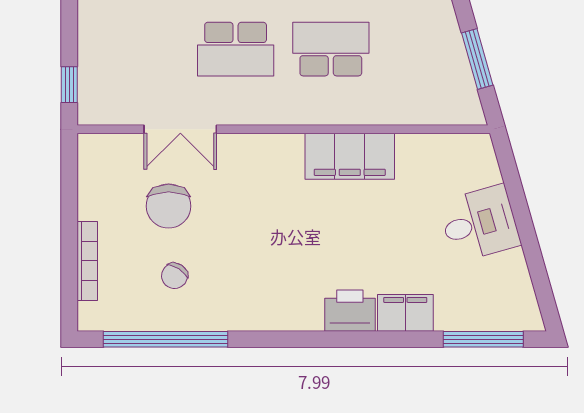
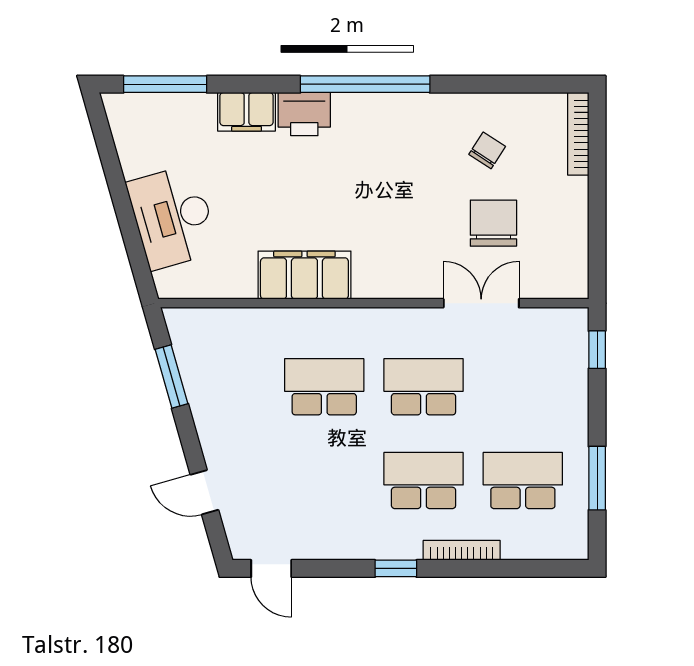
school desk: (331, 49) -> (324, 387), turned 180
desk: (479, 223) -> (173, 217), width x1.37
bookcase: (87, 261) -> (578, 134), moved
window: (165, 339) -> (365, 84), moved

